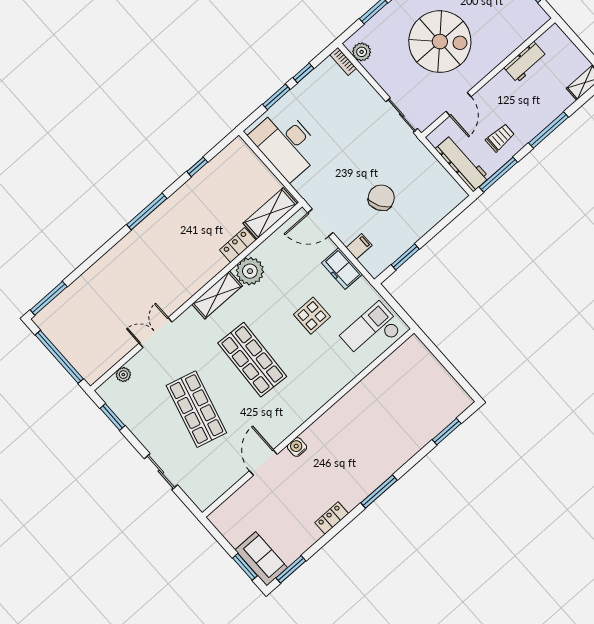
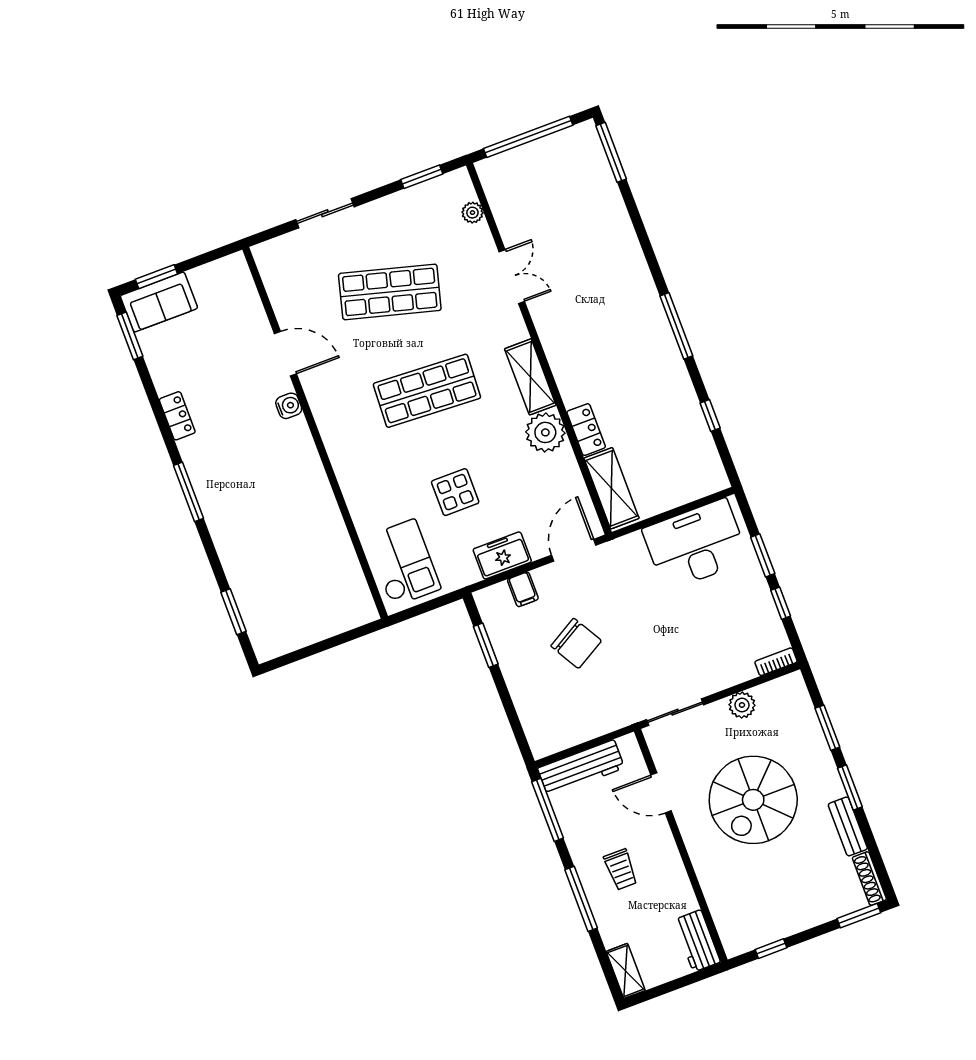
plant: (362, 52) -> (742, 705), moved
workbench: (525, 62) -> (697, 941), moved
trolley: (500, 138) -> (621, 869), moved

